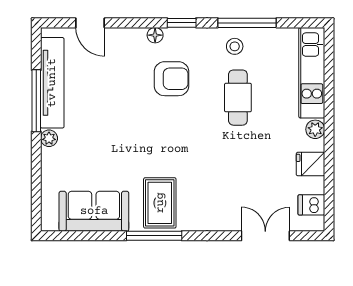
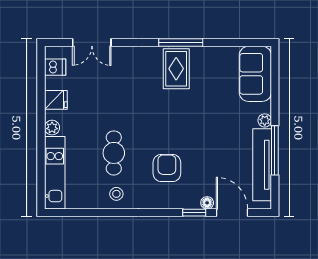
door: (90, 23) -> (232, 213), width x1.38
window: (182, 23) -> (194, 213), moved
window: (247, 23) -> (106, 213), removed
floor lamp: (155, 35) -> (207, 203), moved
armchair: (171, 79) -> (167, 168), turned 90
sofa: (94, 211) -> (255, 74), moved, turned 90

